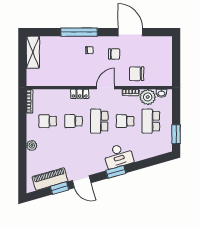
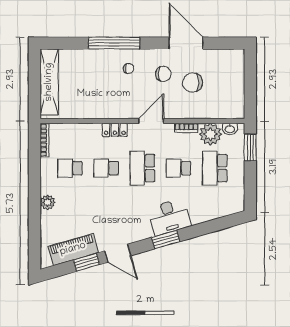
shelving: (33, 52) -> (49, 82), width x1.47
chair: (137, 74) -> (193, 83), moved
window: (176, 134) -> (250, 147), moved

